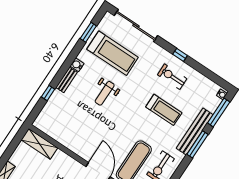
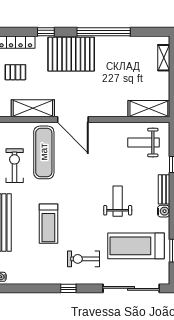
exercise bike: (172, 77) -> (83, 259), moved, turned 180
treadmill: (164, 110) -> (48, 224), turned -90
weight bench: (59, 123) -> (143, 143), added

